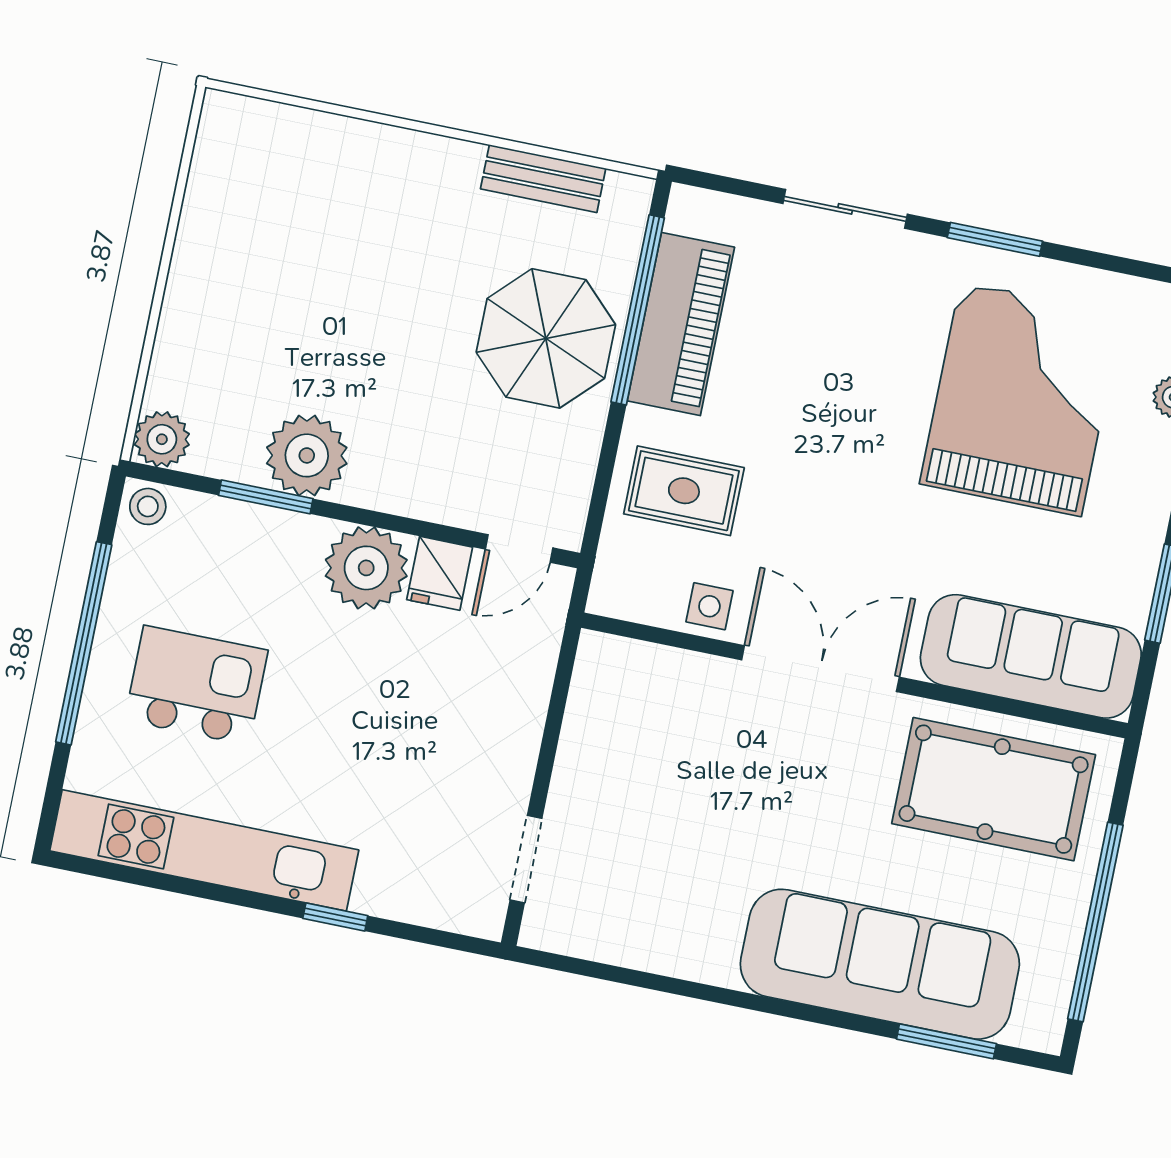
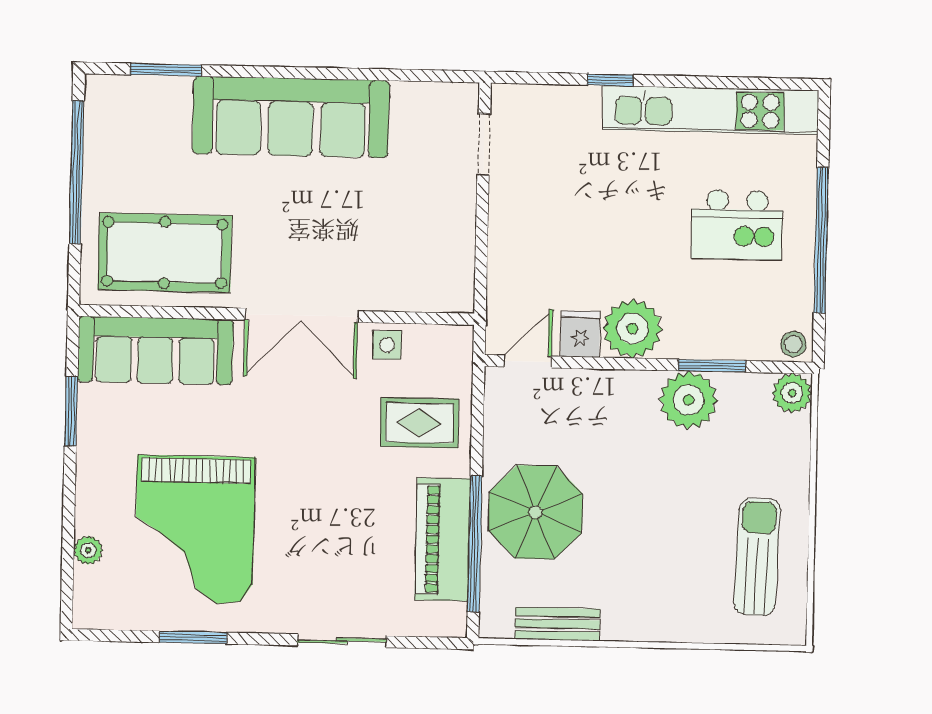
sun lounger: (251, 222) -> (757, 557), added
window: (995, 239) -> (193, 637), moved
sofa: (880, 964) -> (291, 117), moved

